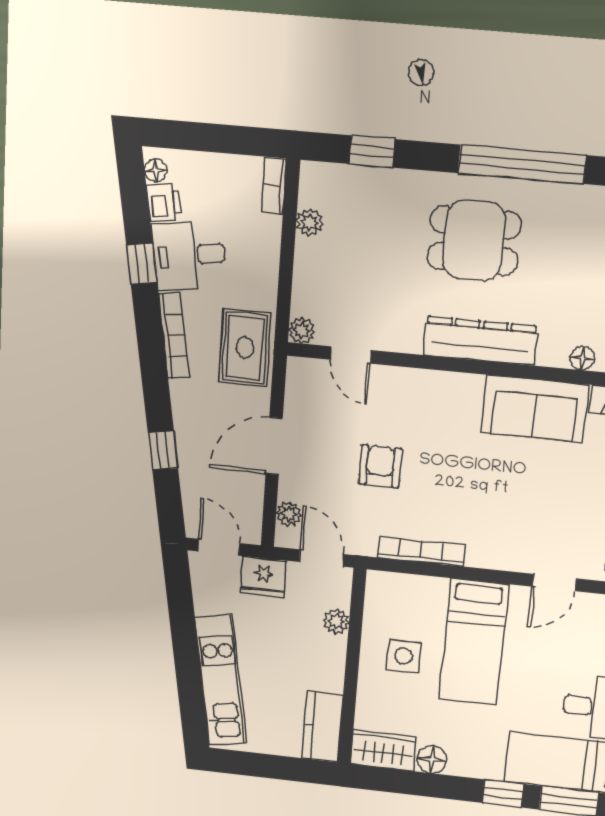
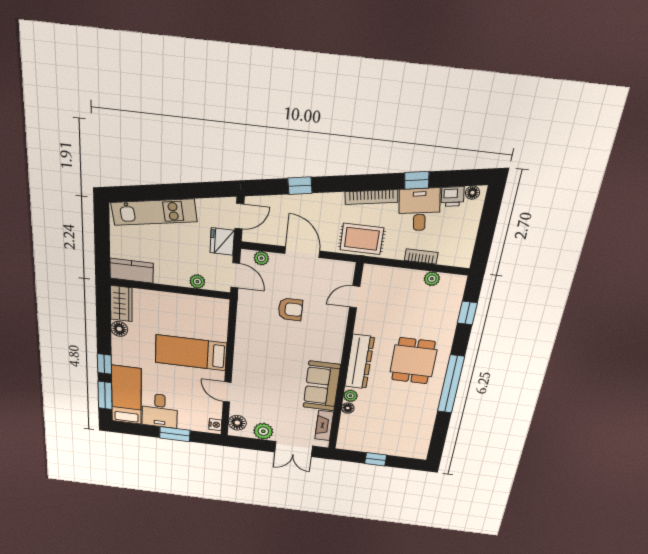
bookcase: (274, 186) -> (421, 256), moved
plant: (302, 330) -> (350, 396), moved
bookcase: (421, 551) -> (242, 328), removed
door: (322, 558) -> (235, 275), hinge flipped
side table: (404, 656) -> (179, 317), removed

